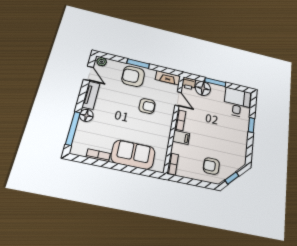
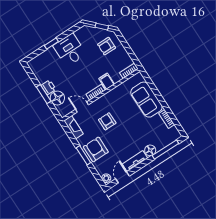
armchair: (133, 76) -> (96, 149), turned 180
printer: (189, 83) -> (48, 87), moved
door: (178, 99) -> (82, 107), hinge flipped
desk: (237, 103) -> (70, 50), moved, turned 90
armchair: (211, 166) -> (107, 46), turned 90

